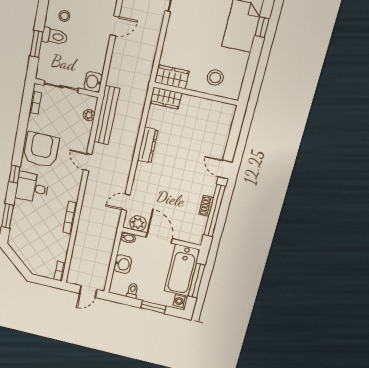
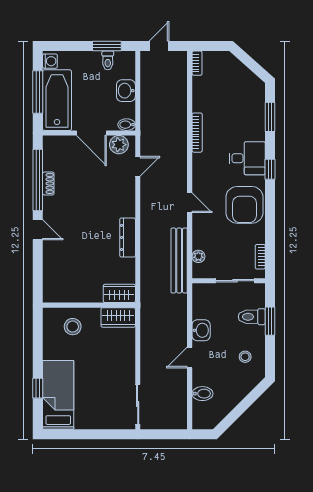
toilet: (55, 36) -> (252, 317), moved
washbasin: (93, 82) -> (201, 330), moved
window: (153, 307) -> (107, 46), moved

